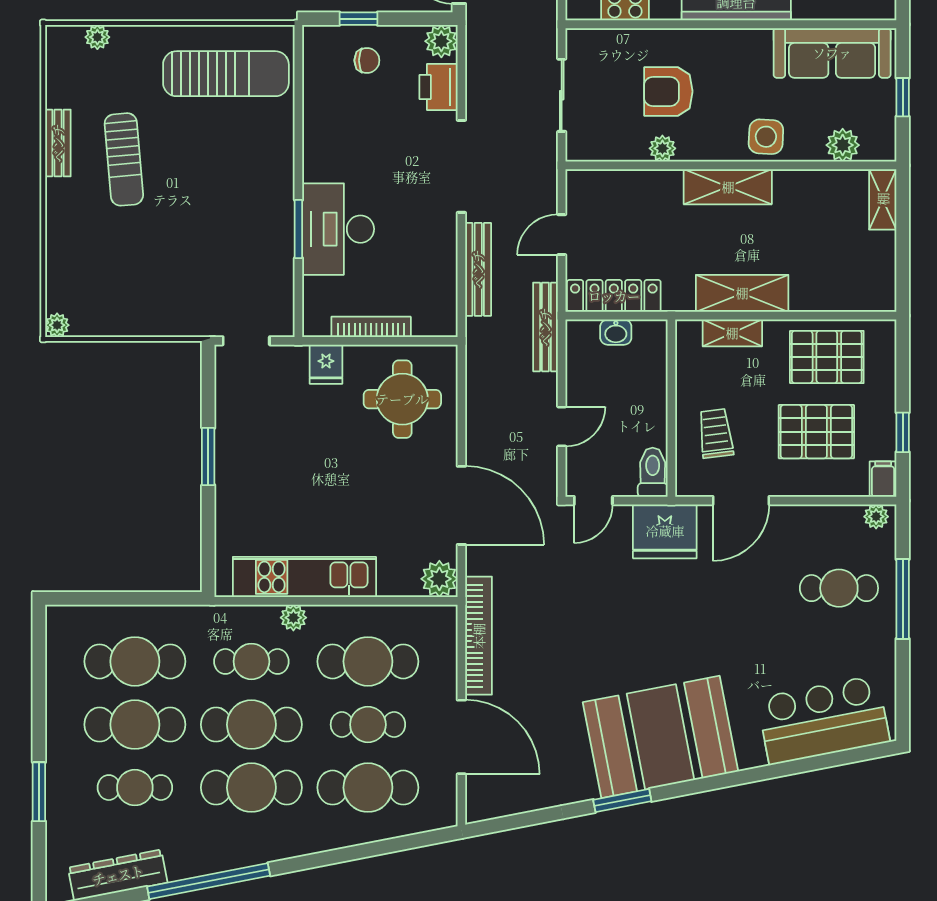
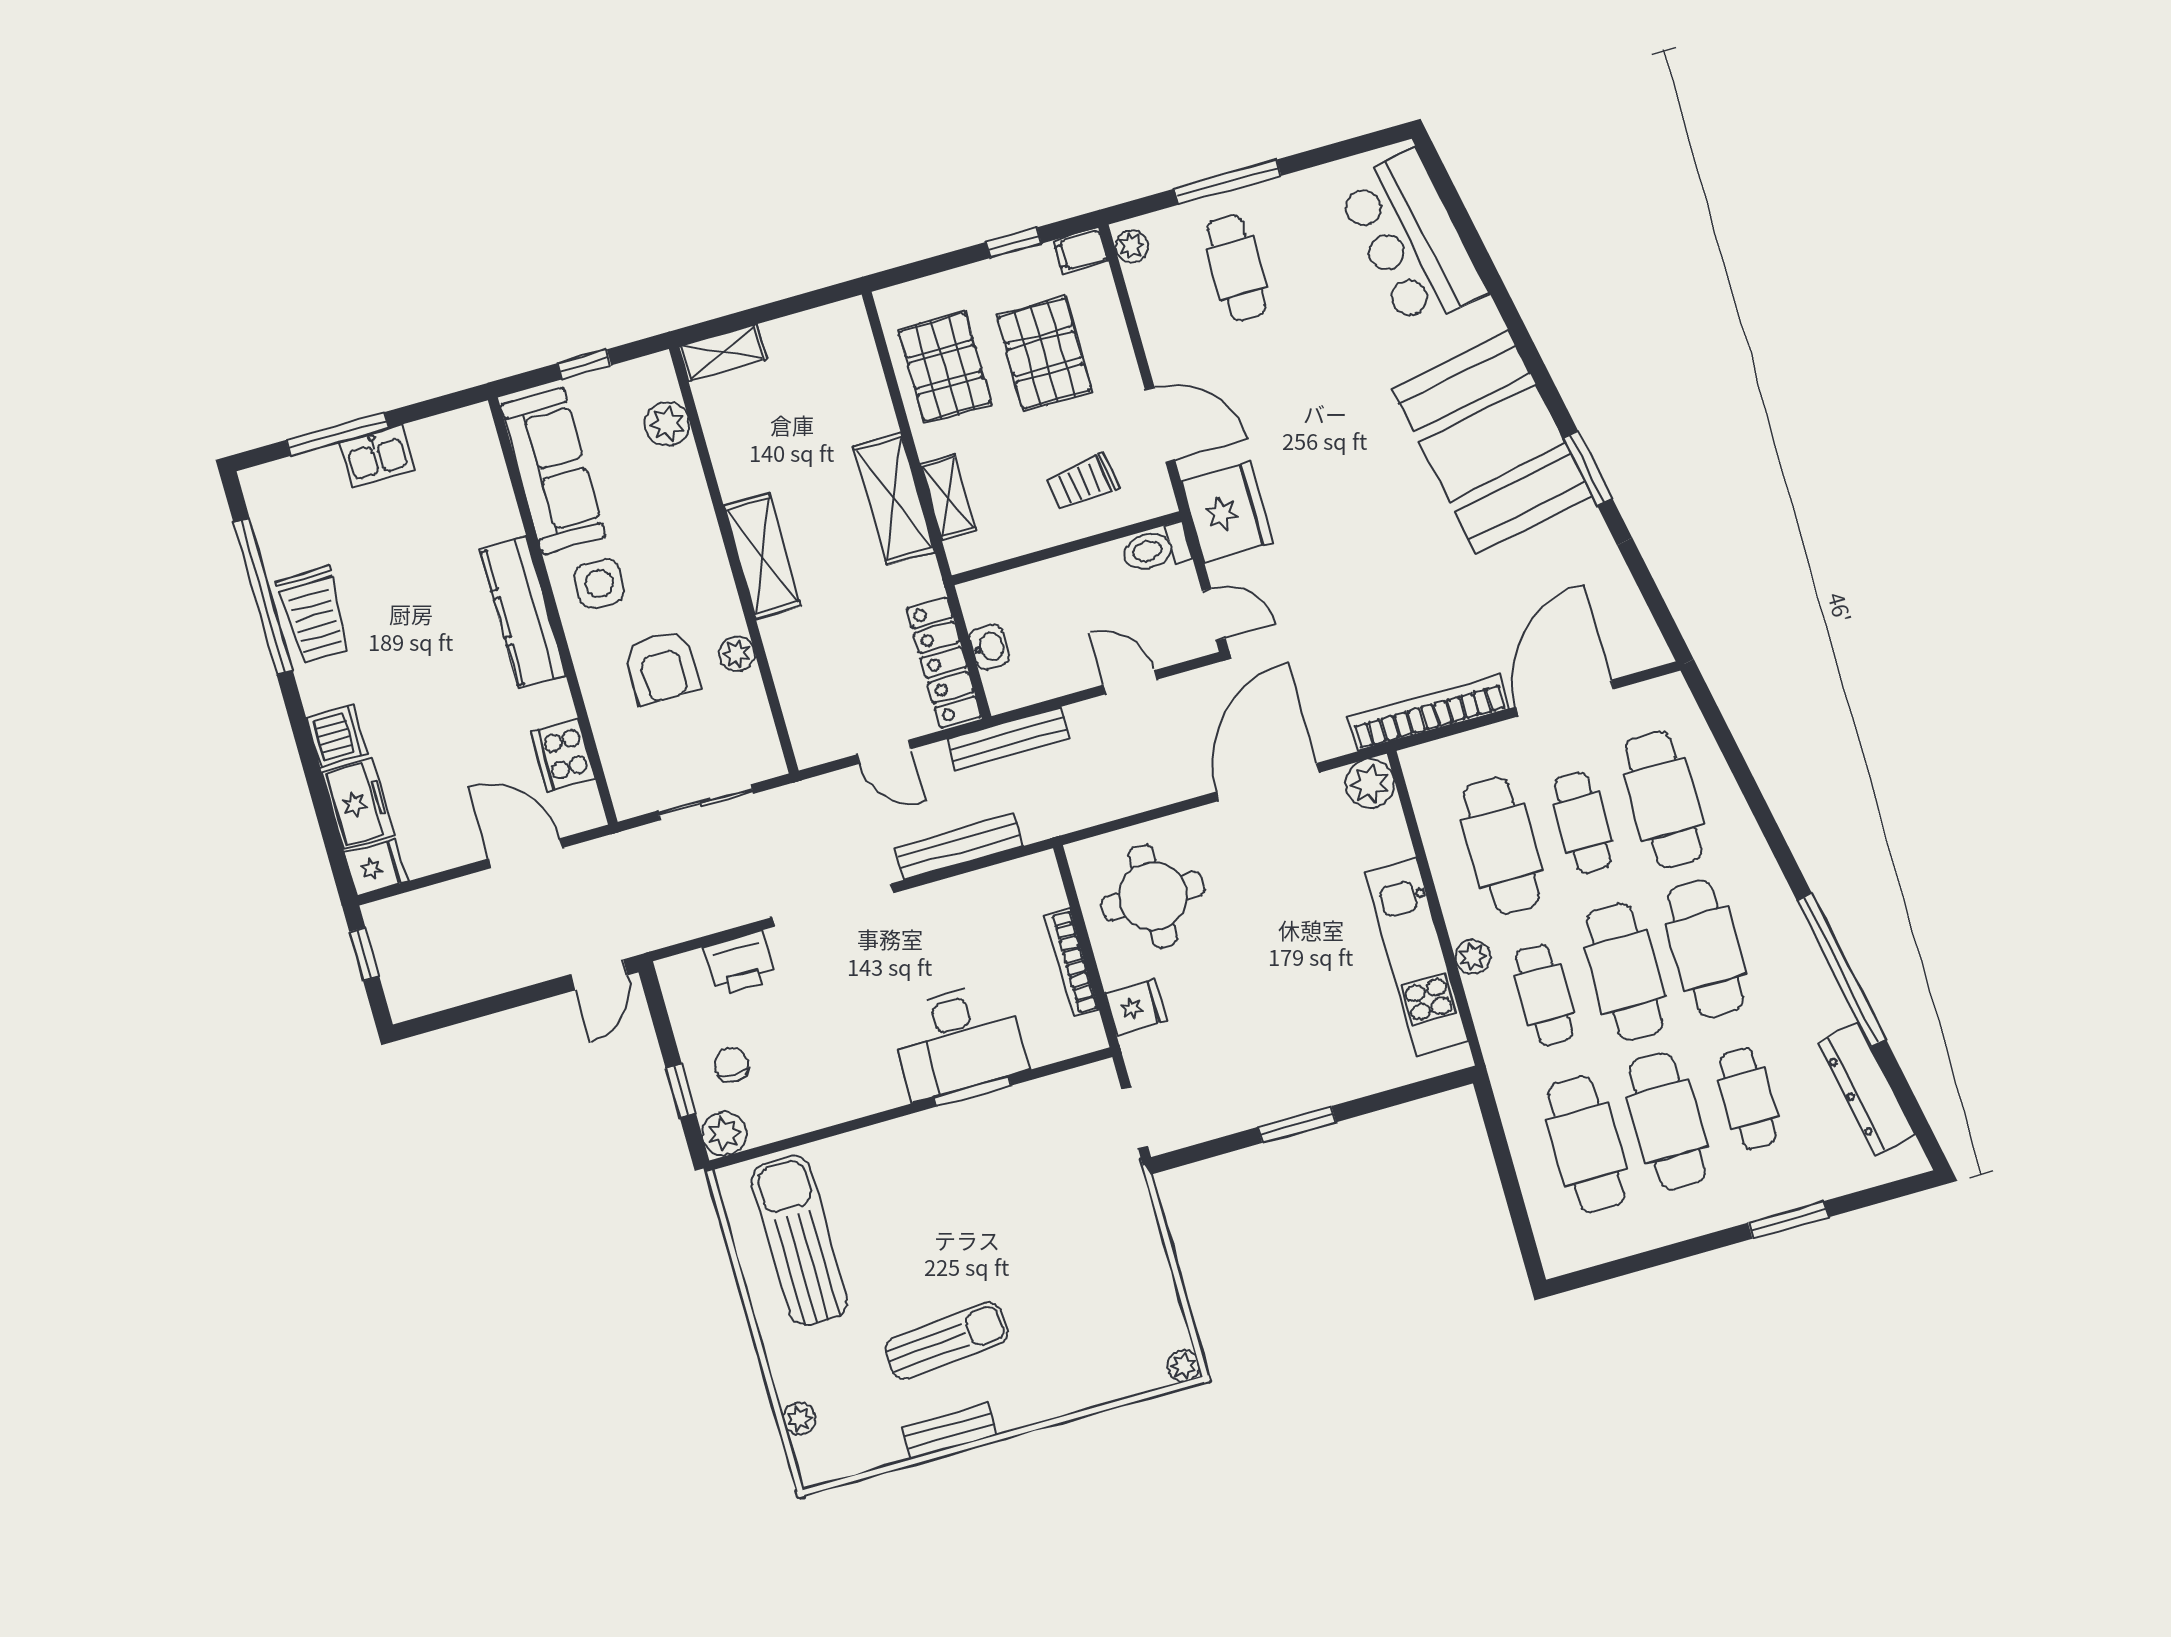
plant: (441, 41) -> (724, 1134), moved
side table: (766, 137) -> (599, 584), moved

